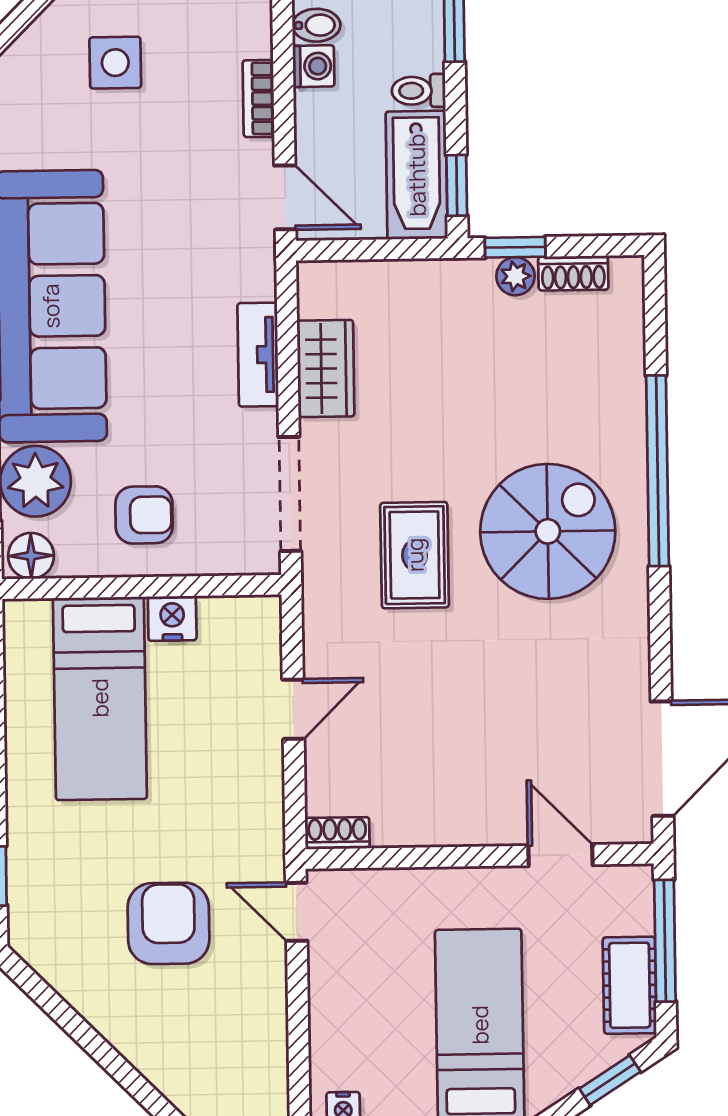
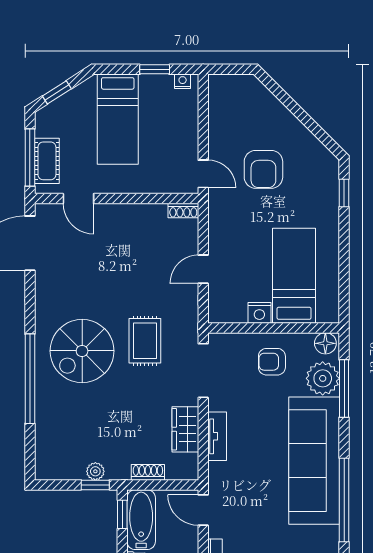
shoe rack: (573, 273) -> (148, 472), moved
cot: (630, 985) -> (47, 161), moved

